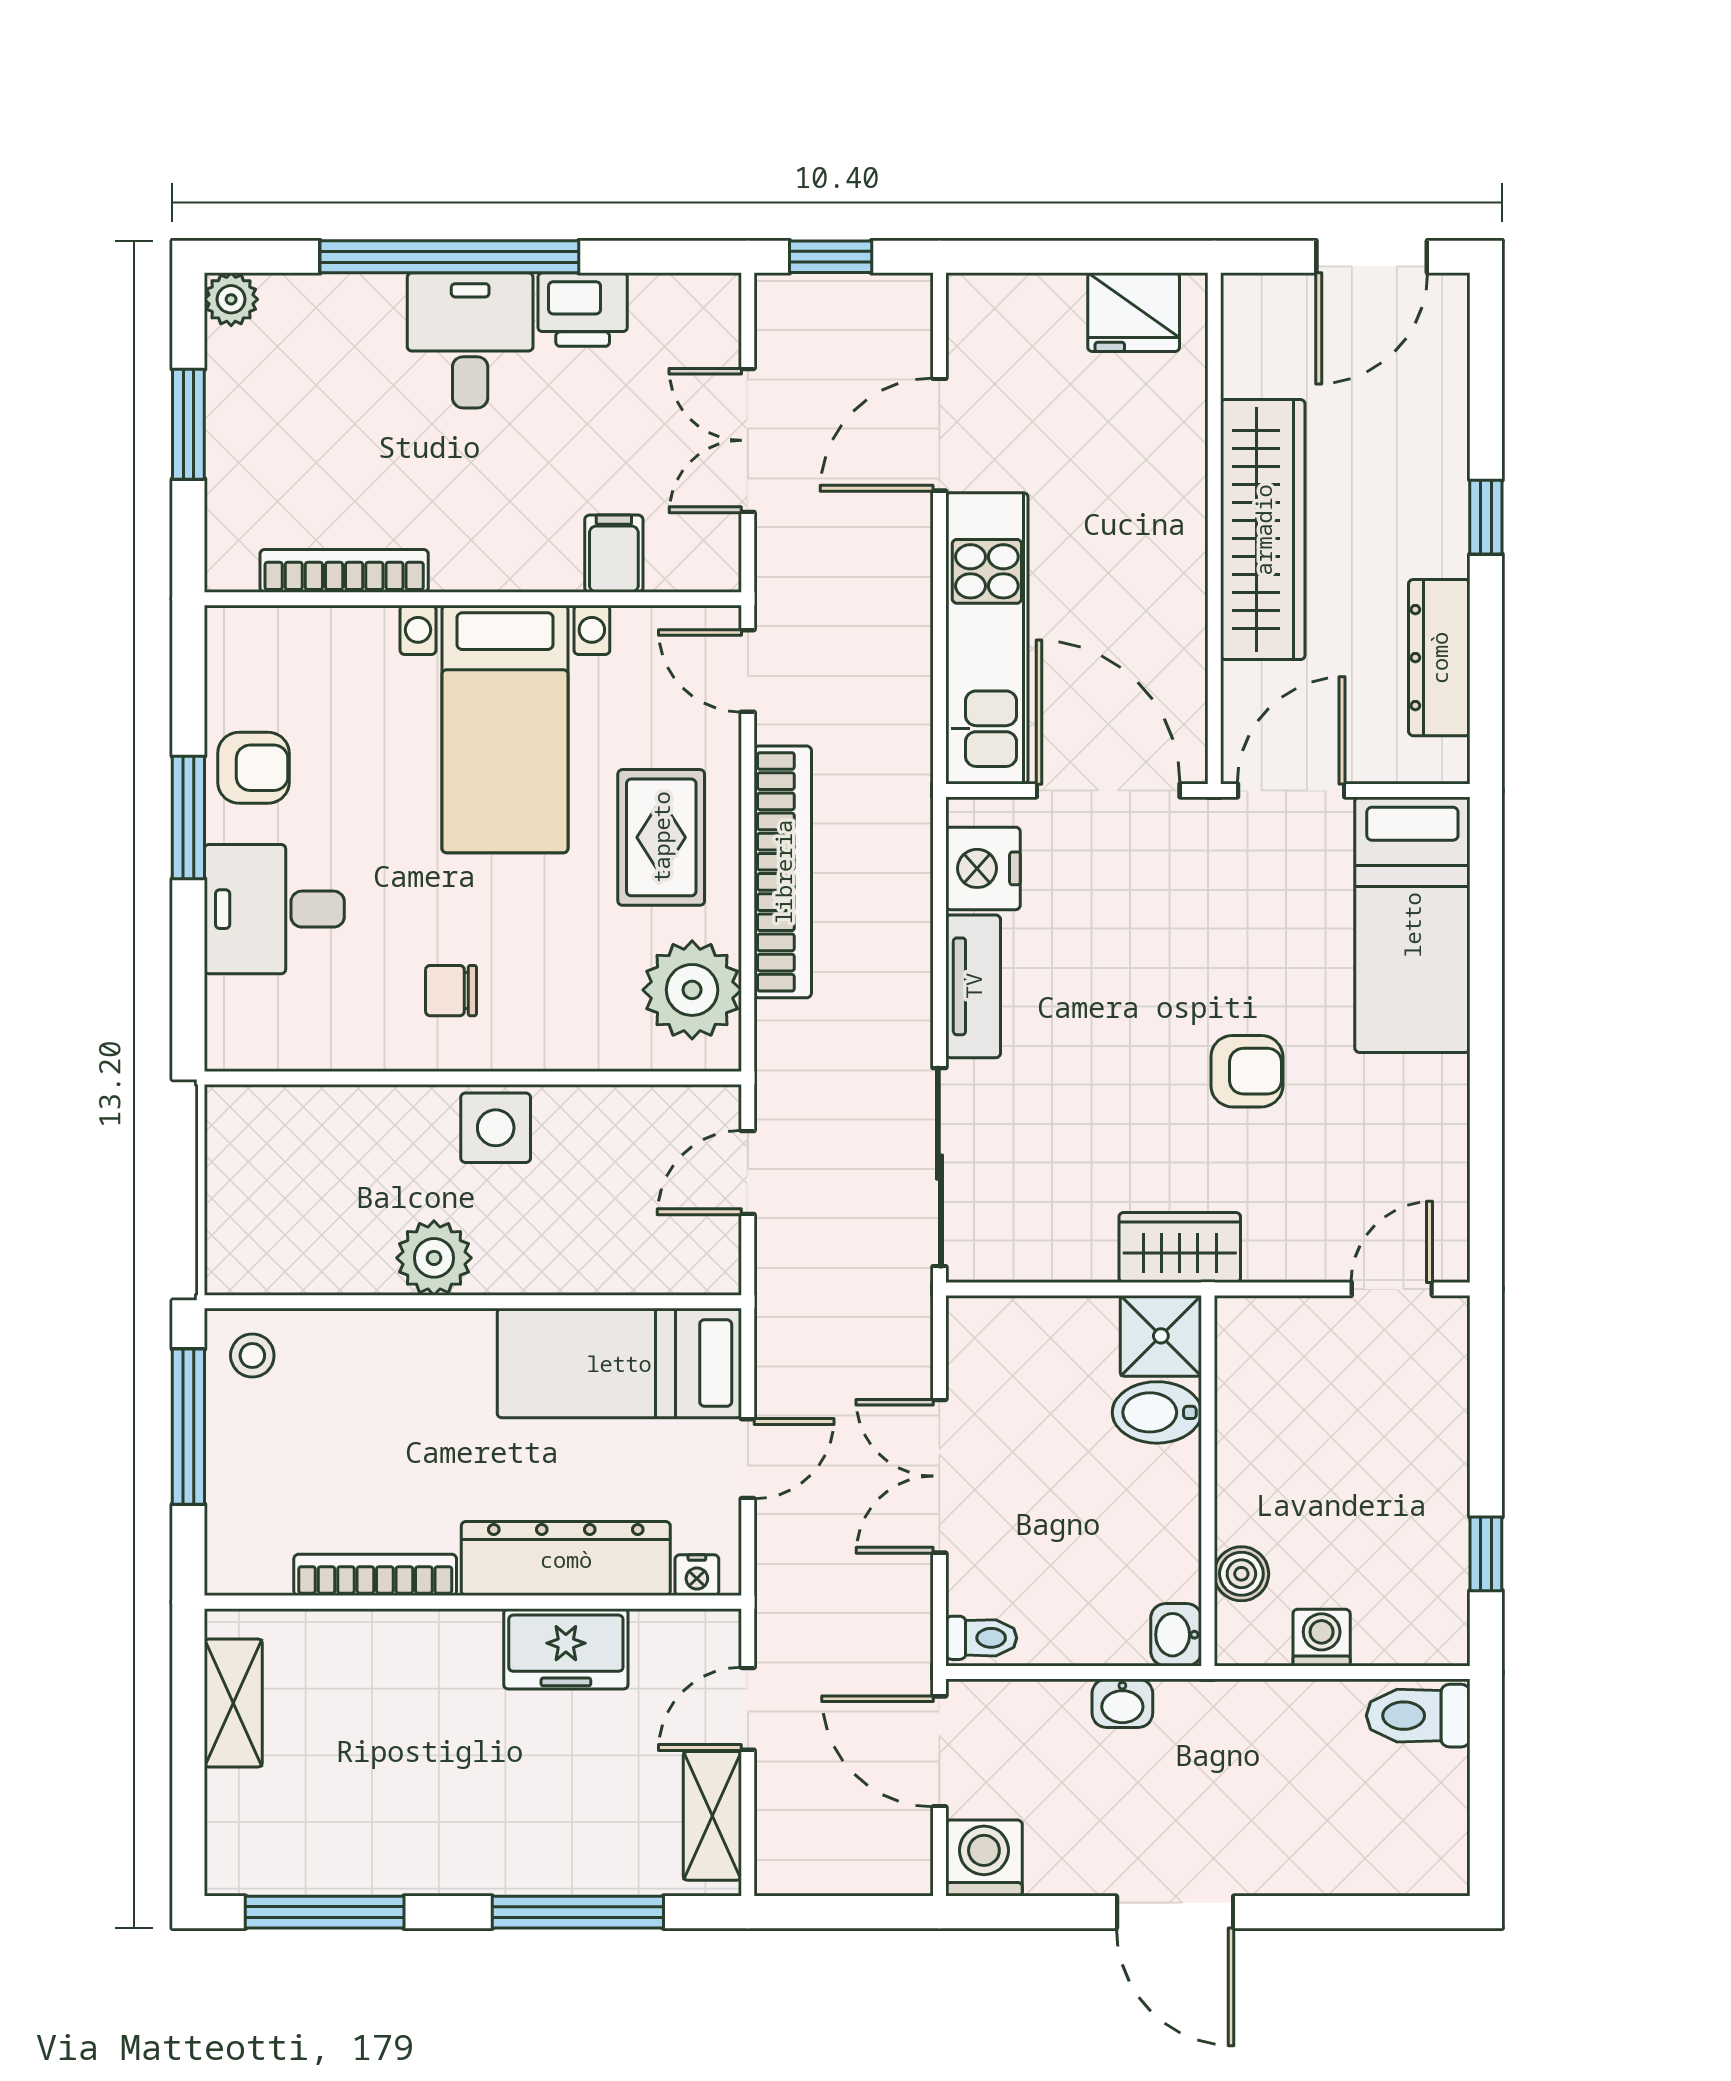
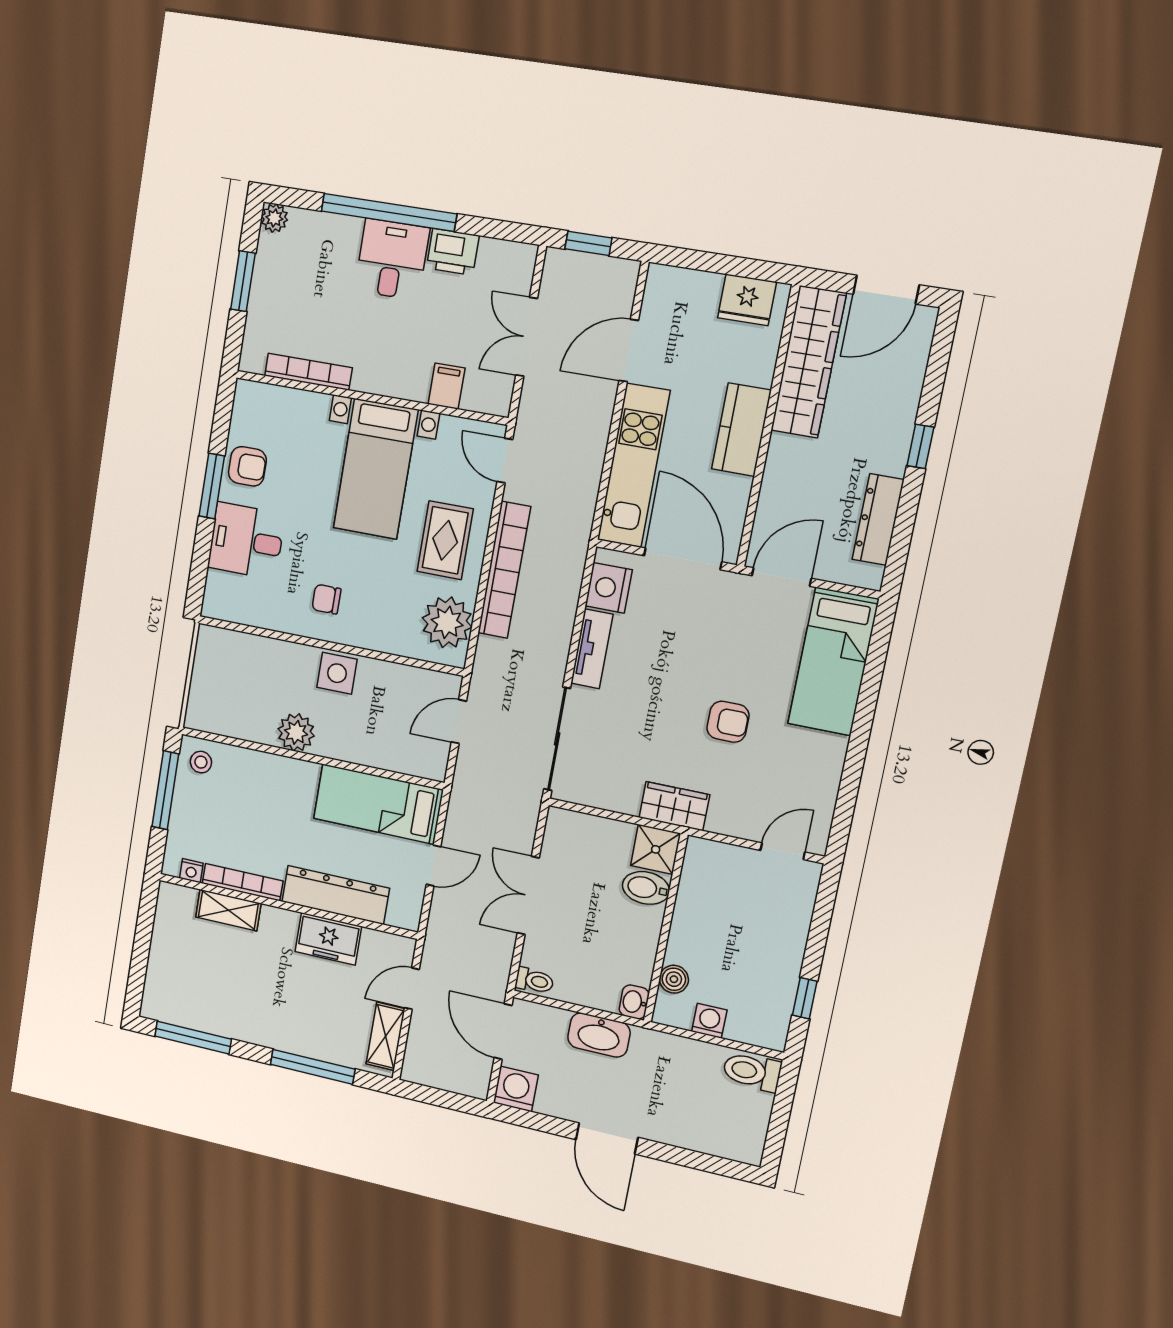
wardrobe: (1263, 530) -> (808, 362), moved
kitchen counter: (1168, 541) -> (741, 430), added
nightstand: (697, 1575) -> (191, 871), moved
shelving: (233, 1703) -> (228, 910), moved, turned 90
washbasin: (1122, 1703) -> (599, 1035), width x1.91, depth x1.45

